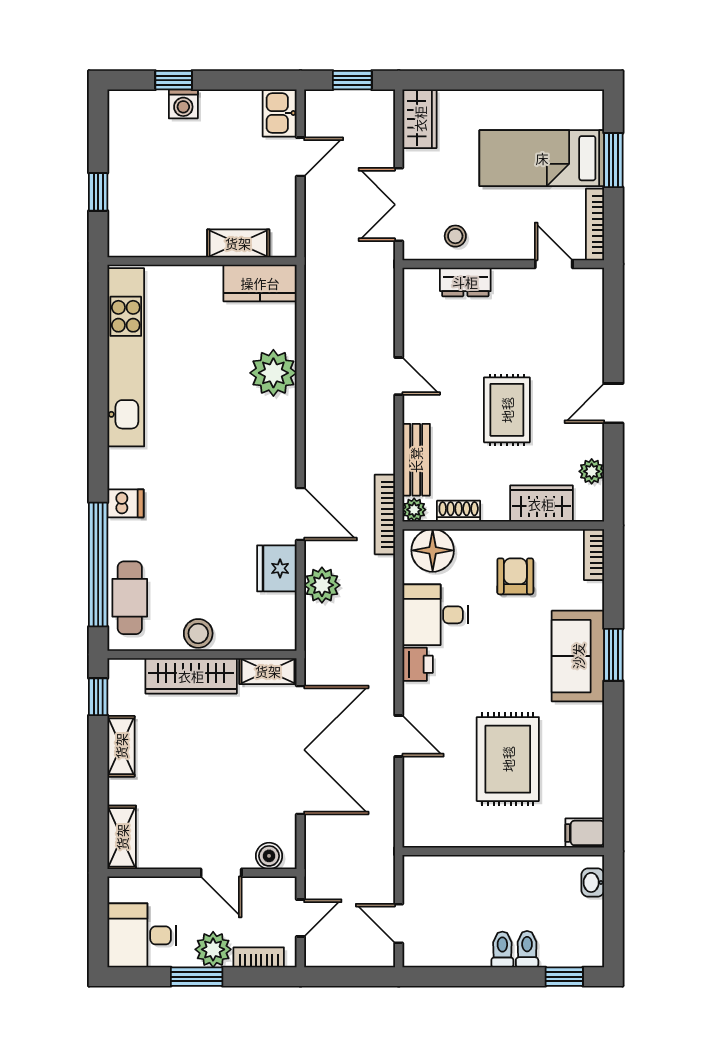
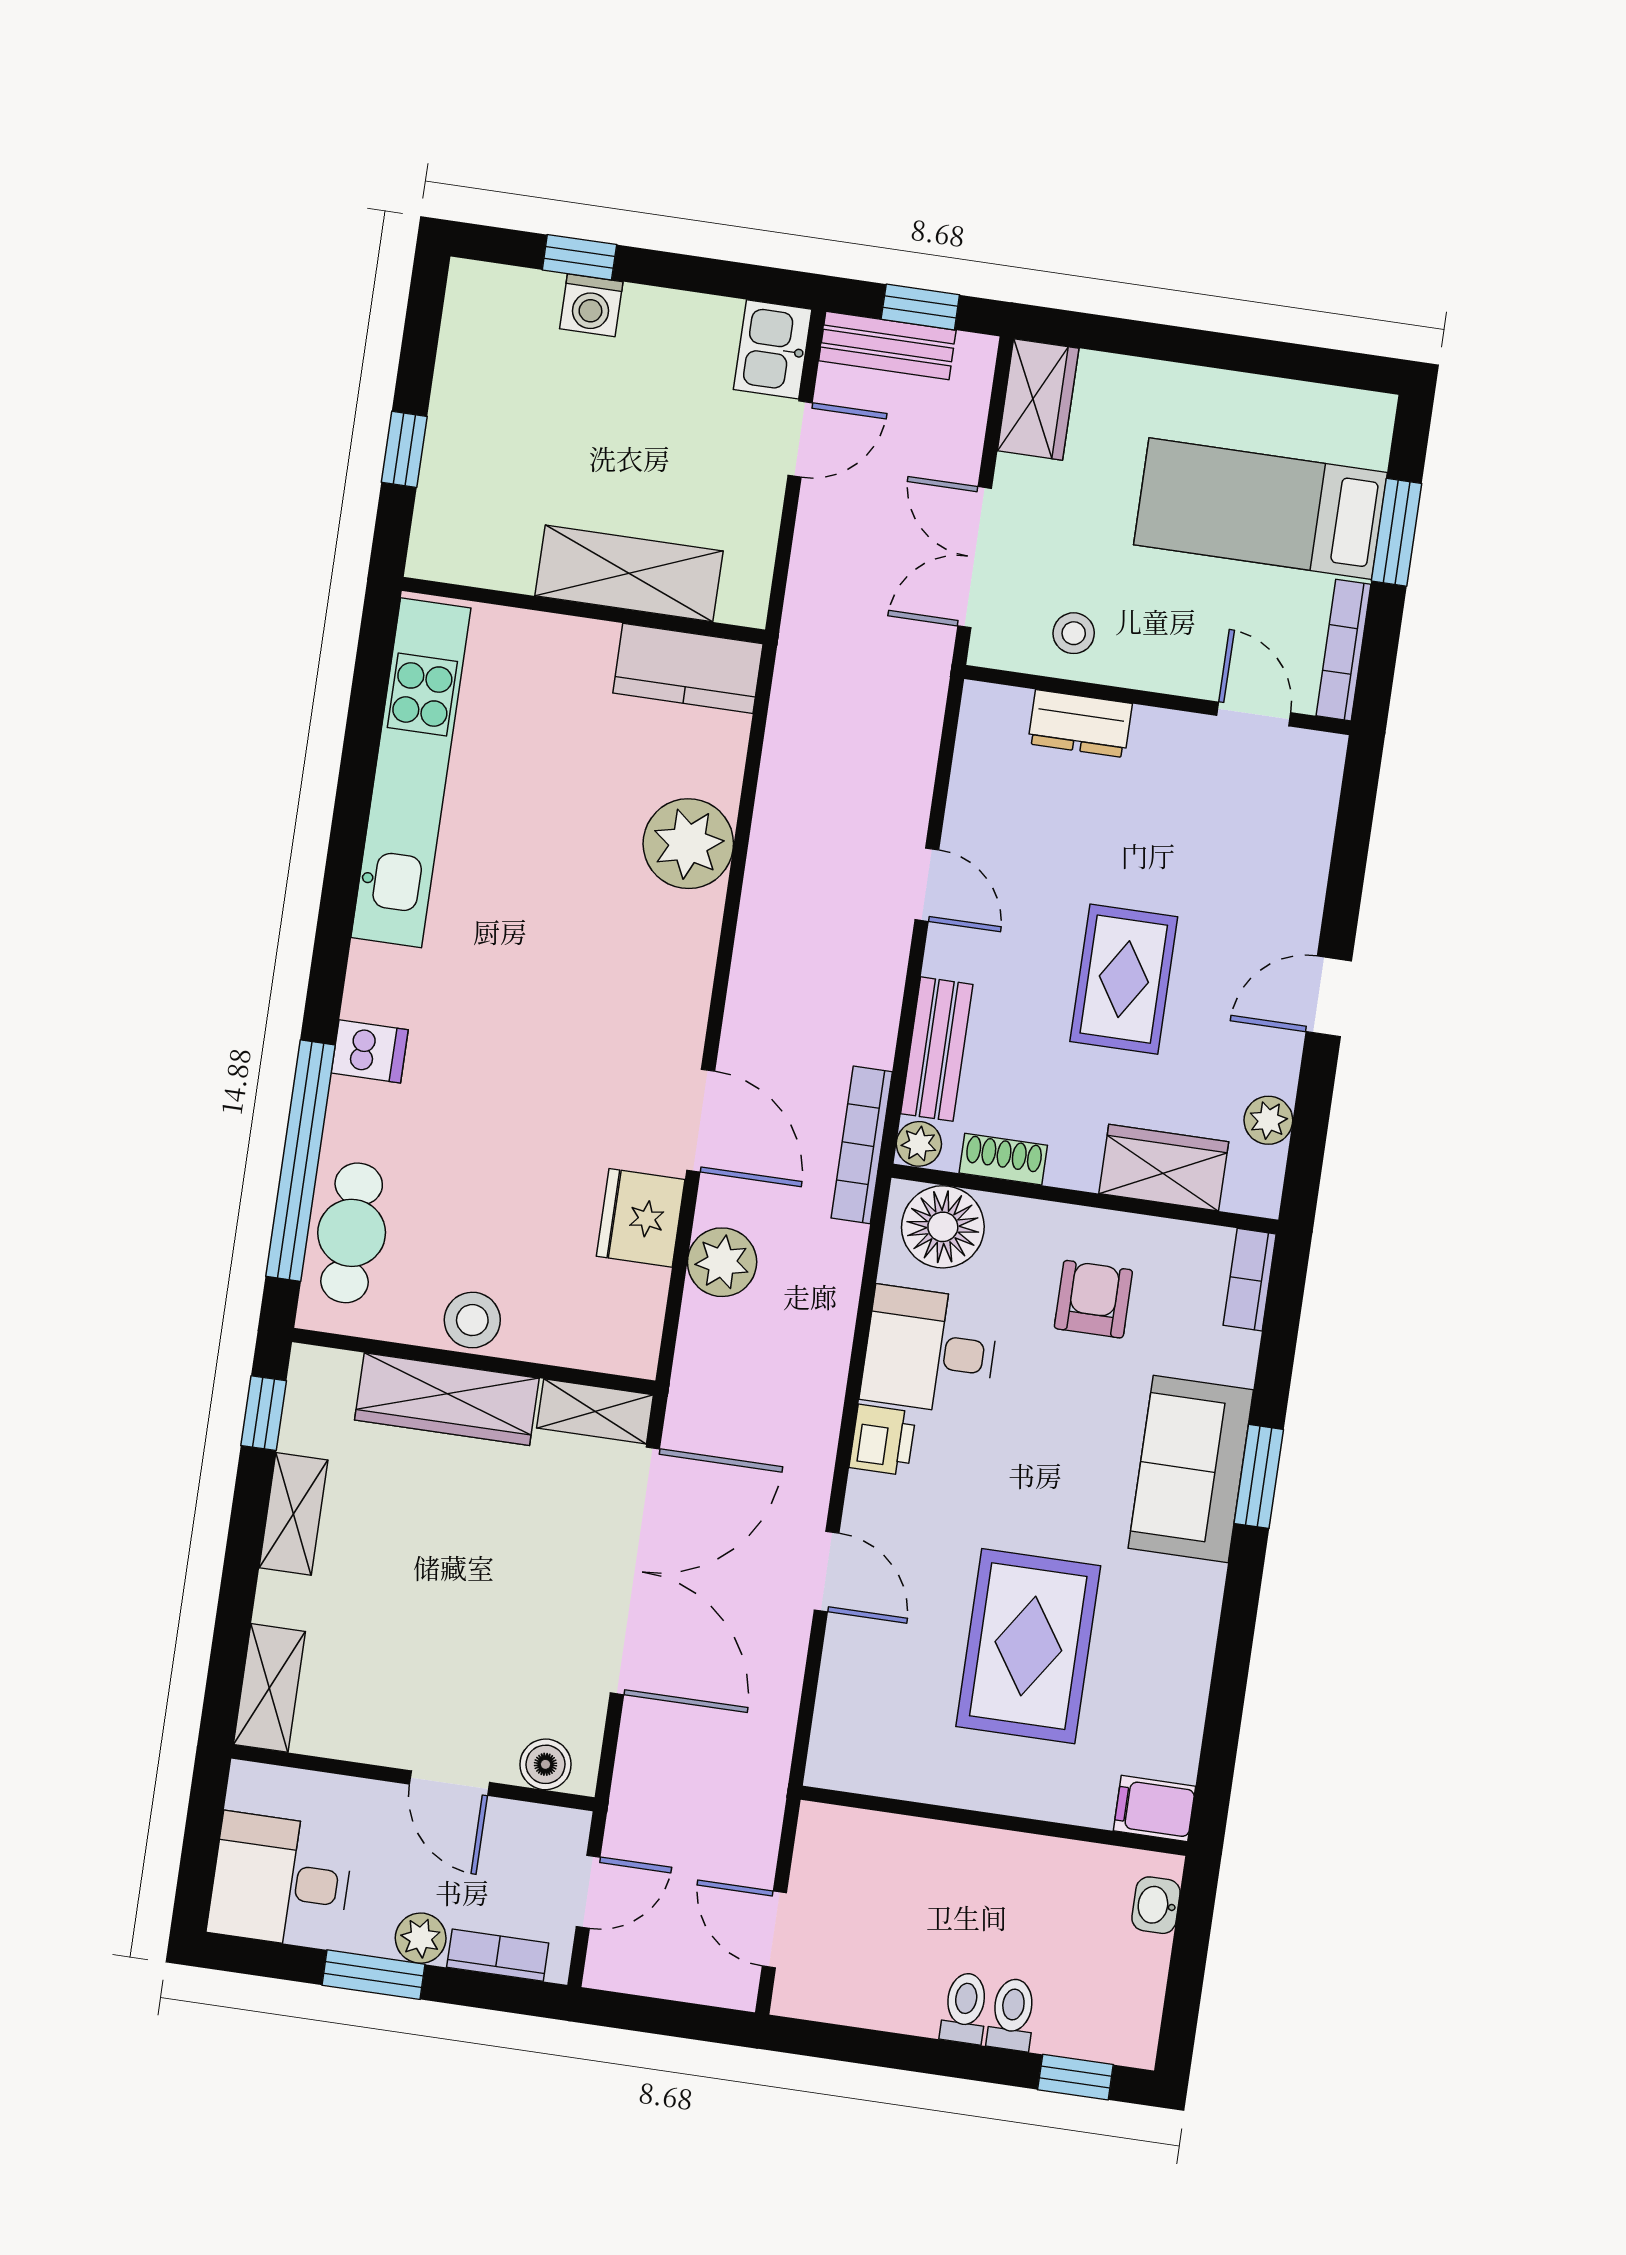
bench: (338, 102) -> (887, 346), added
shelving: (238, 243) -> (629, 573), width x1.50, depth x1.33
plant: (213, 949) -> (421, 1938), width x0.73, depth x0.73

